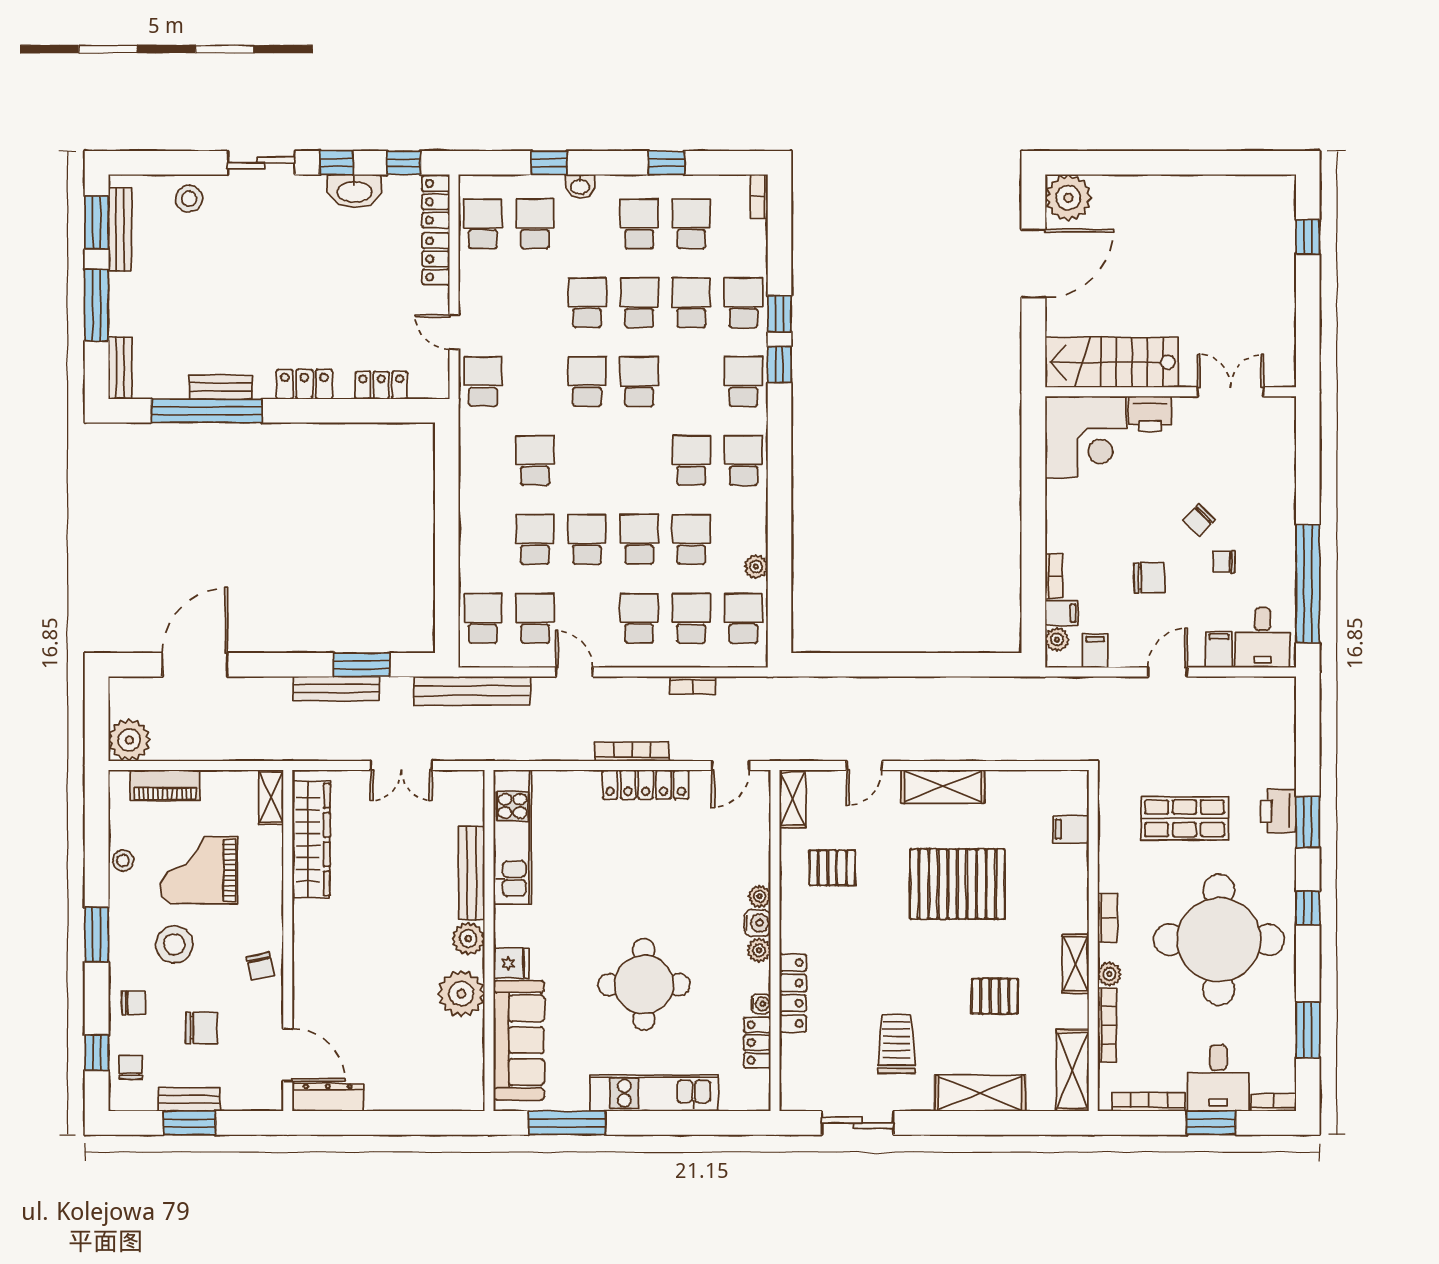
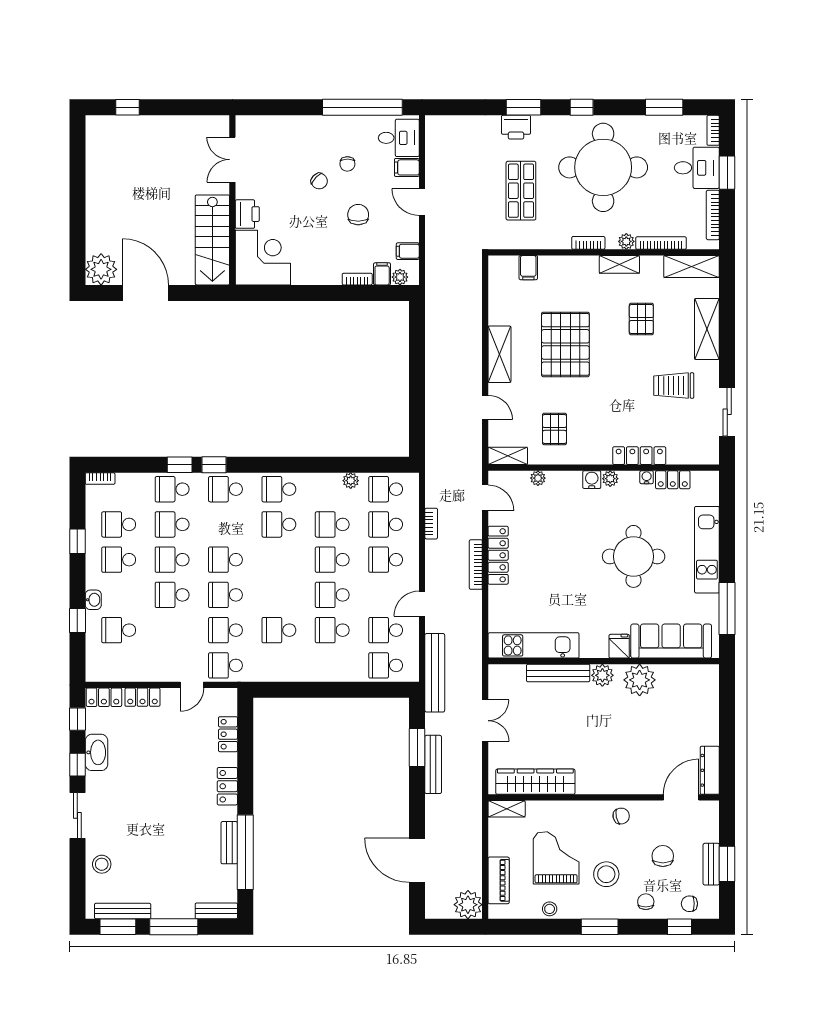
school desk: (483, 224) -> (225, 630), moved
grand piano: (199, 870) -> (556, 858), turned 180
plant: (760, 896) -> (538, 478), moved

